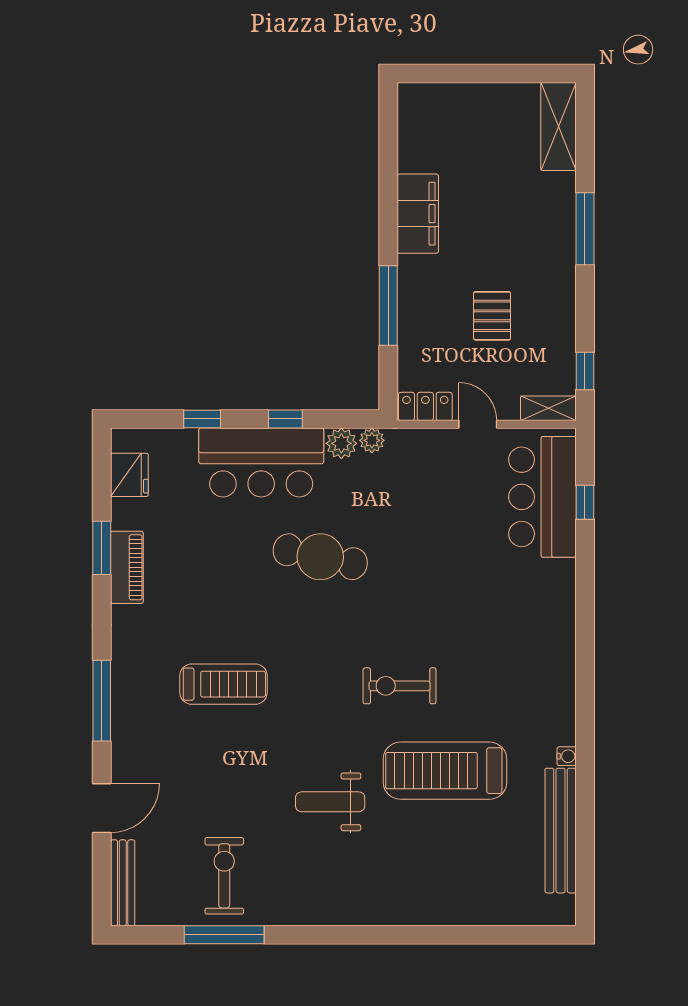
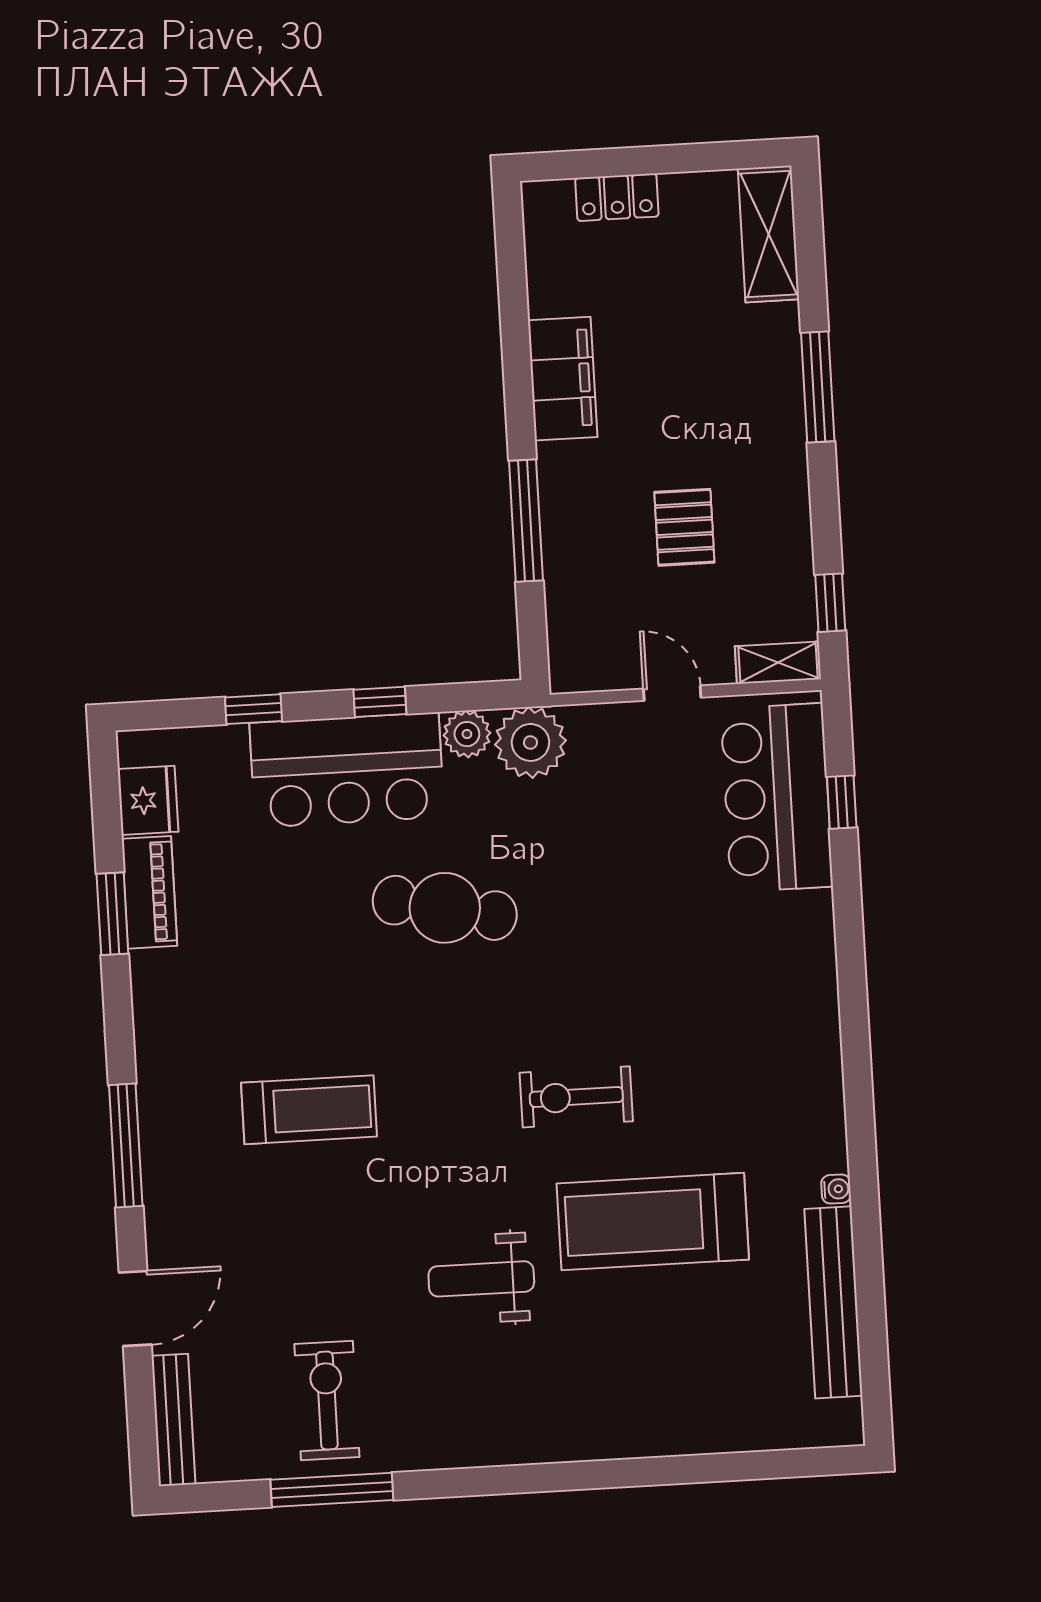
locker: (425, 406) -> (617, 197), moved, turned 180
plant: (372, 440) -> (530, 742), width x1.87, depth x1.87
piano: (127, 567) -> (149, 892), moved

